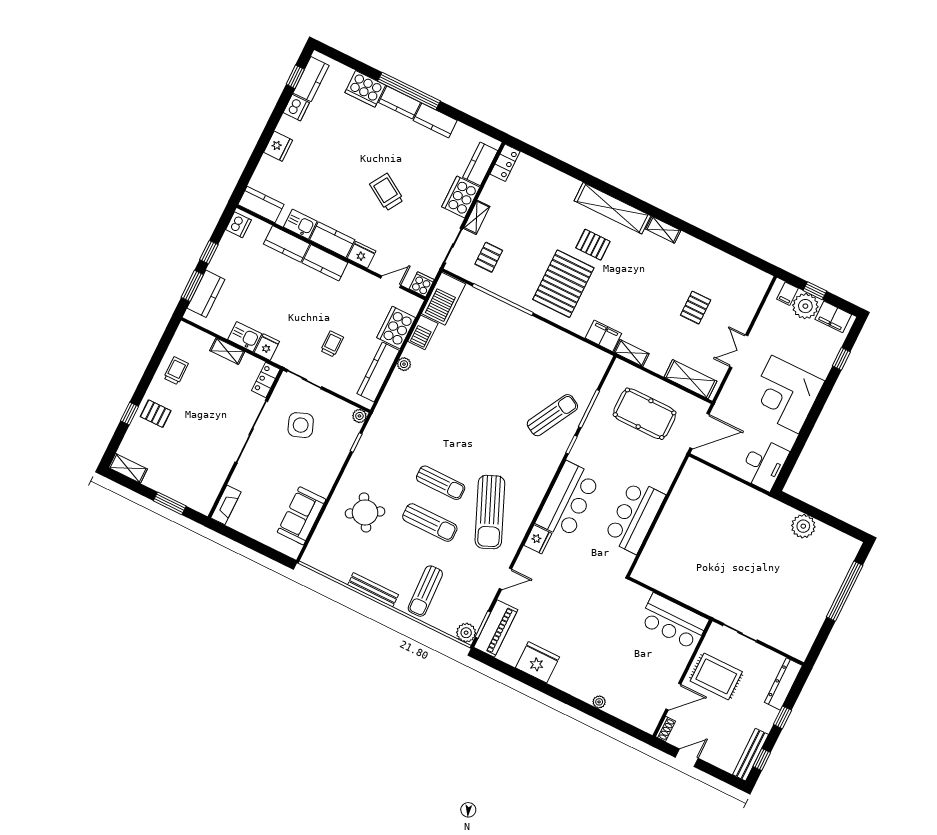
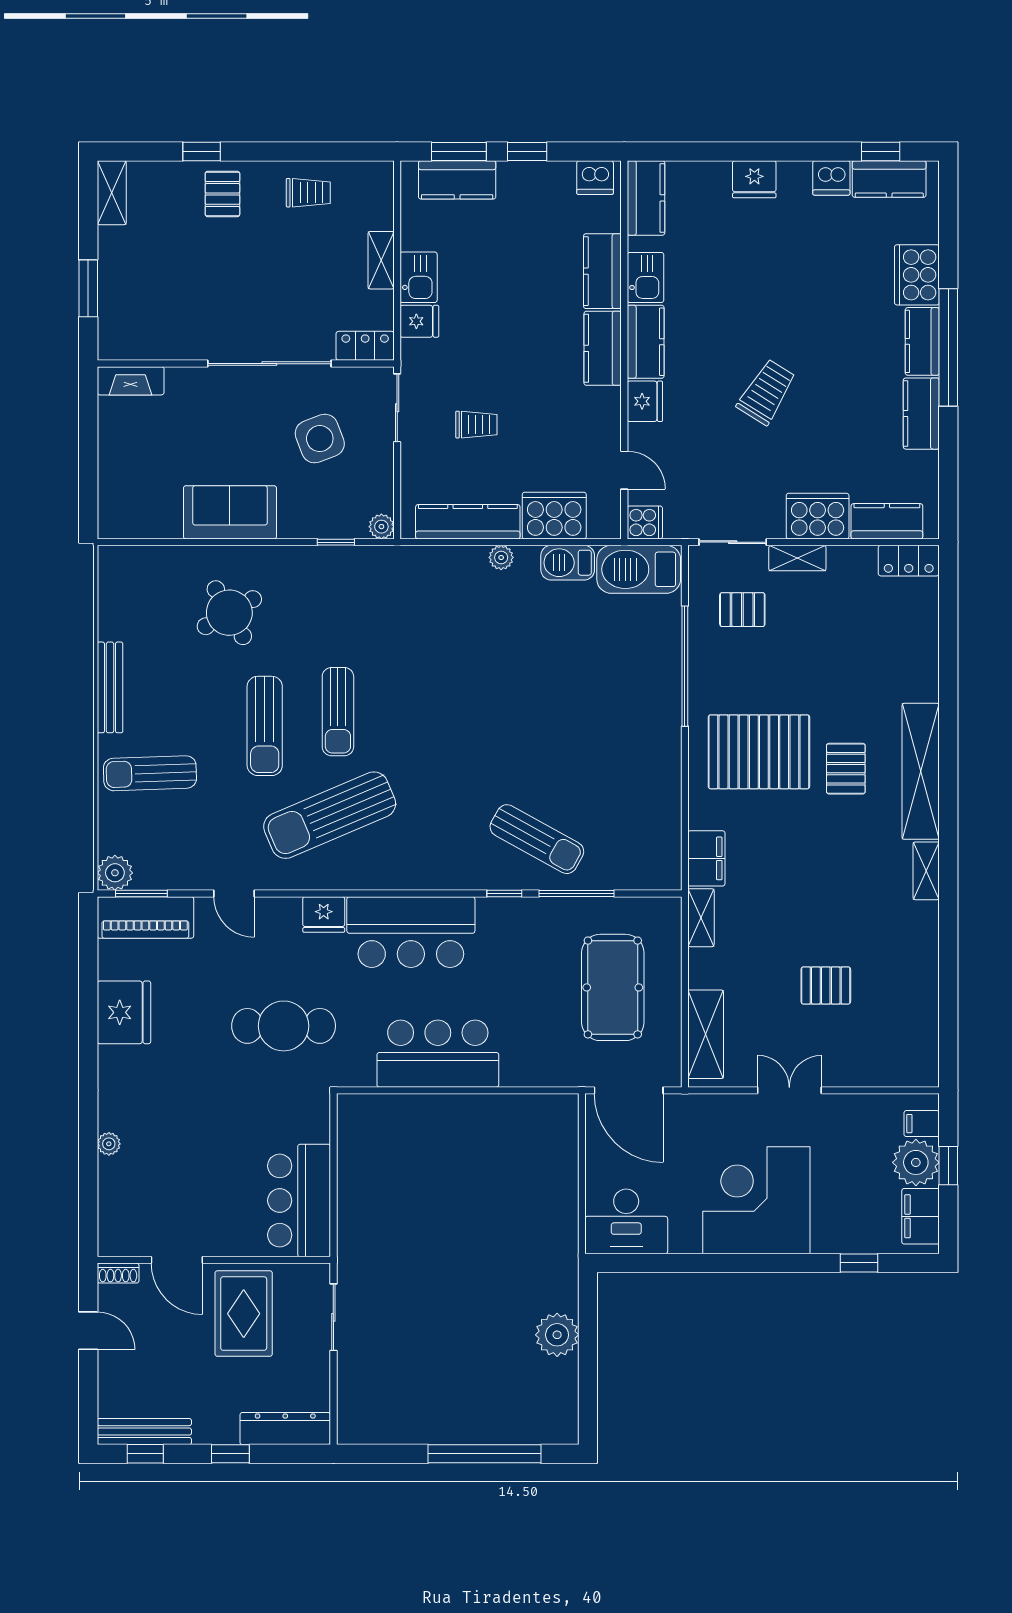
sofa: (302, 516) -> (230, 512), moved
cafe table: (583, 586) -> (284, 1026), added

